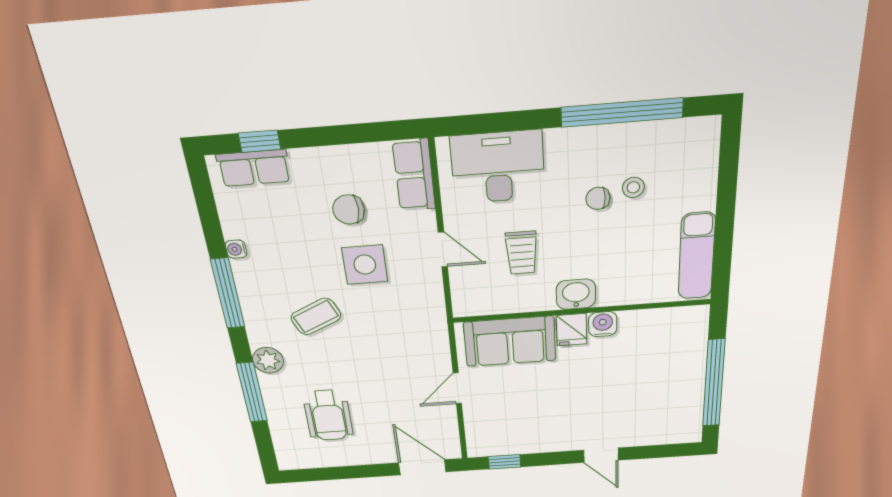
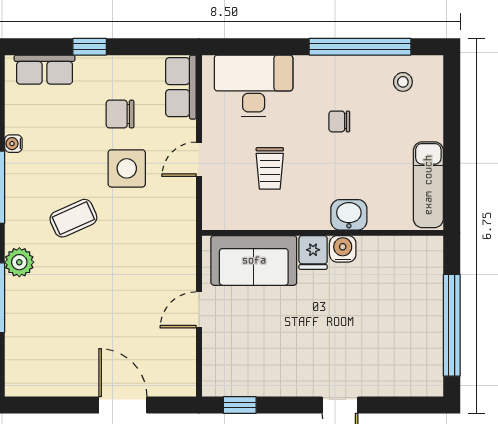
window: (260, 141) -> (90, 47), moved
stool: (633, 187) -> (403, 82), moved
door: (443, 250) -> (199, 159), swing flipped
washbasin: (576, 294) -> (349, 215), moved
wheelchair: (328, 415) -> (67, 331), removed
door: (422, 467) -> (123, 405), moved

